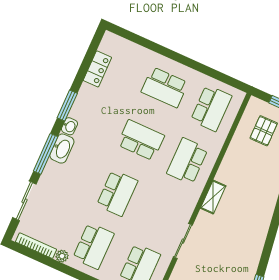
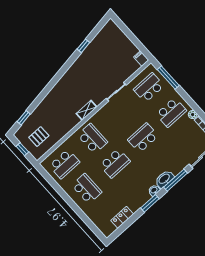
school desk: (211, 108) -> (64, 164), turned 180
school desk: (141, 140) -> (115, 163), turned -90
school desk: (187, 161) -> (93, 139), turned -90
school desk: (93, 246) -> (171, 112), turned 180

